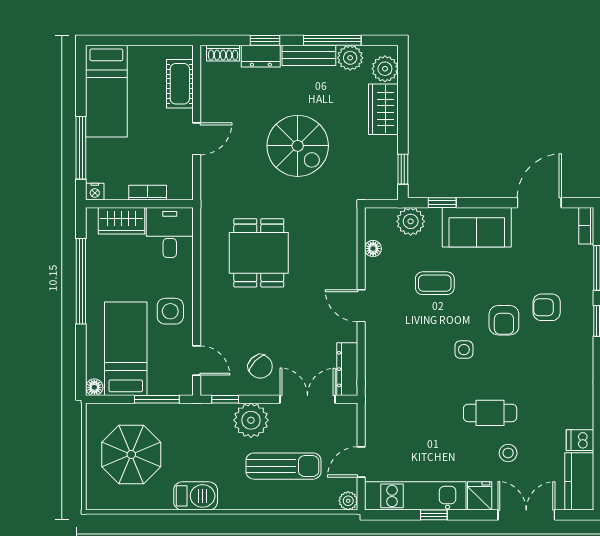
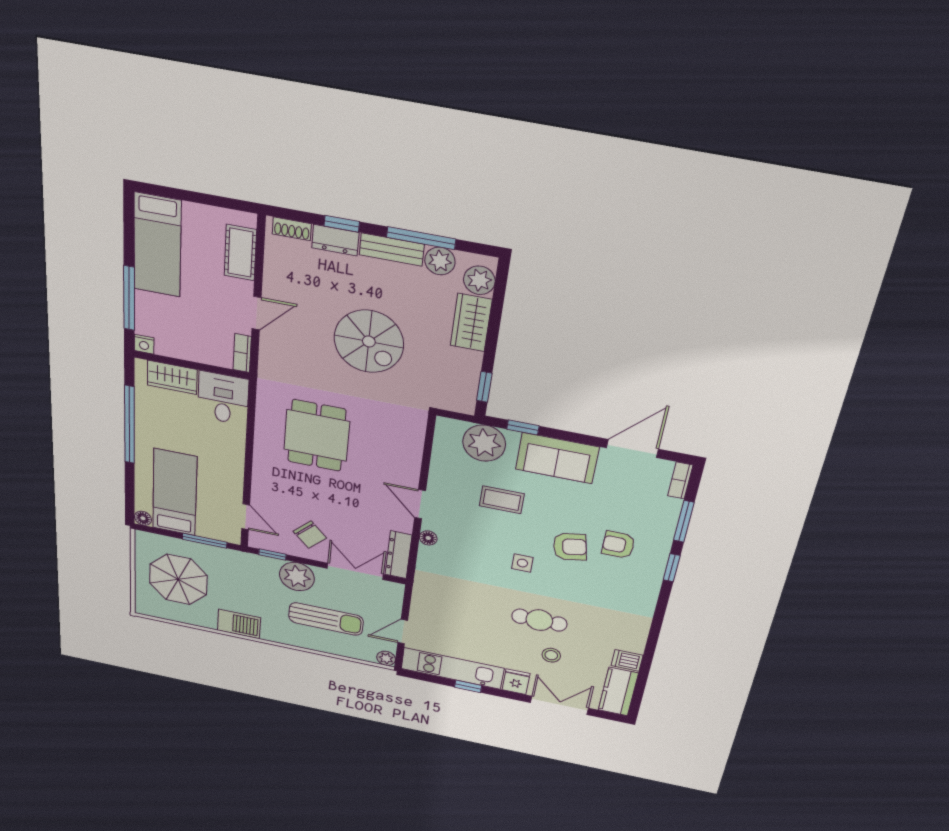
bookcase: (148, 193) -> (242, 353), moved, turned -90
plant: (411, 221) -> (484, 443), width x1.36, depth x1.36
floor lamp: (373, 249) -> (428, 538), moved
side table: (170, 311) -> (221, 469), removed
armchair: (504, 320) -> (570, 547), turned -101

